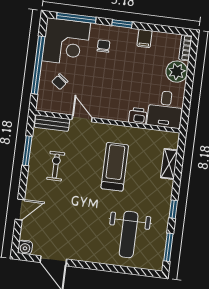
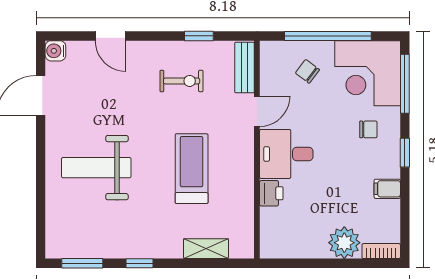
desk: (165, 109) -> (286, 154), moved
window: (27, 151) -> (199, 36), width x0.67
treadmill: (115, 167) -> (192, 169), turned -90
weight bench: (129, 234) -> (96, 168), moved

